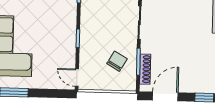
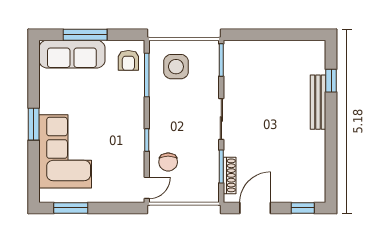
chair: (117, 61) -> (168, 162), moved, turned 150
door: (77, 78) -> (147, 188), swing flipped

